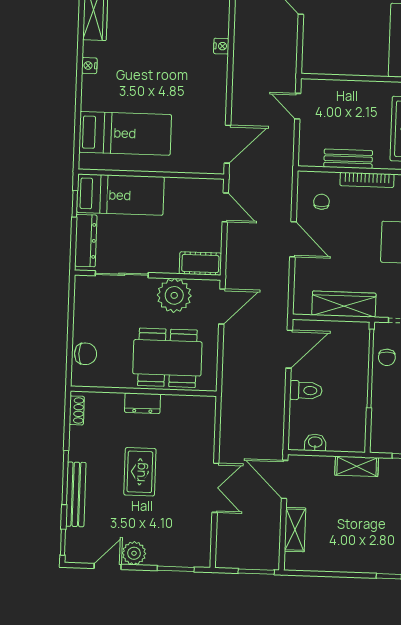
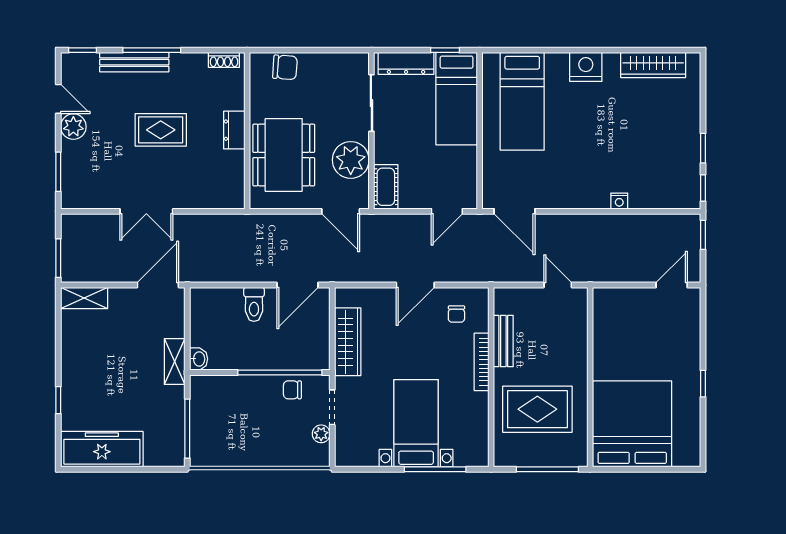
nightstand: (89, 66) -> (586, 67), width x1.89, depth x1.79
door: (298, 106) -> (558, 285), hinge flipped
chair: (321, 202) -> (456, 314), turned 90
door: (289, 349) -> (297, 285), hinge flipped
chair: (86, 354) -> (285, 67), turned -86
washbasin: (315, 443) -> (199, 359), moved
shelving: (295, 530) -> (84, 298), moved

